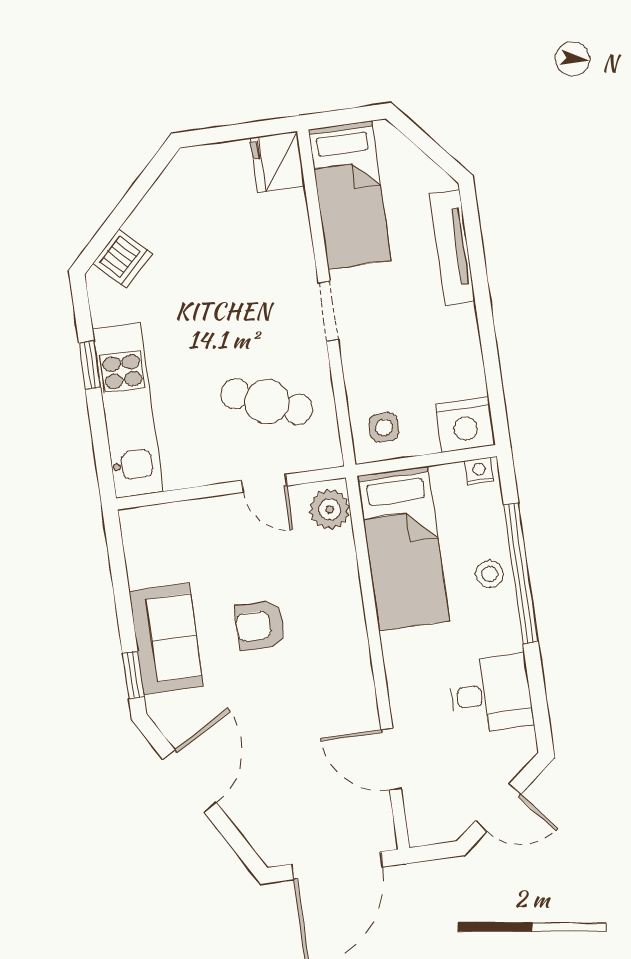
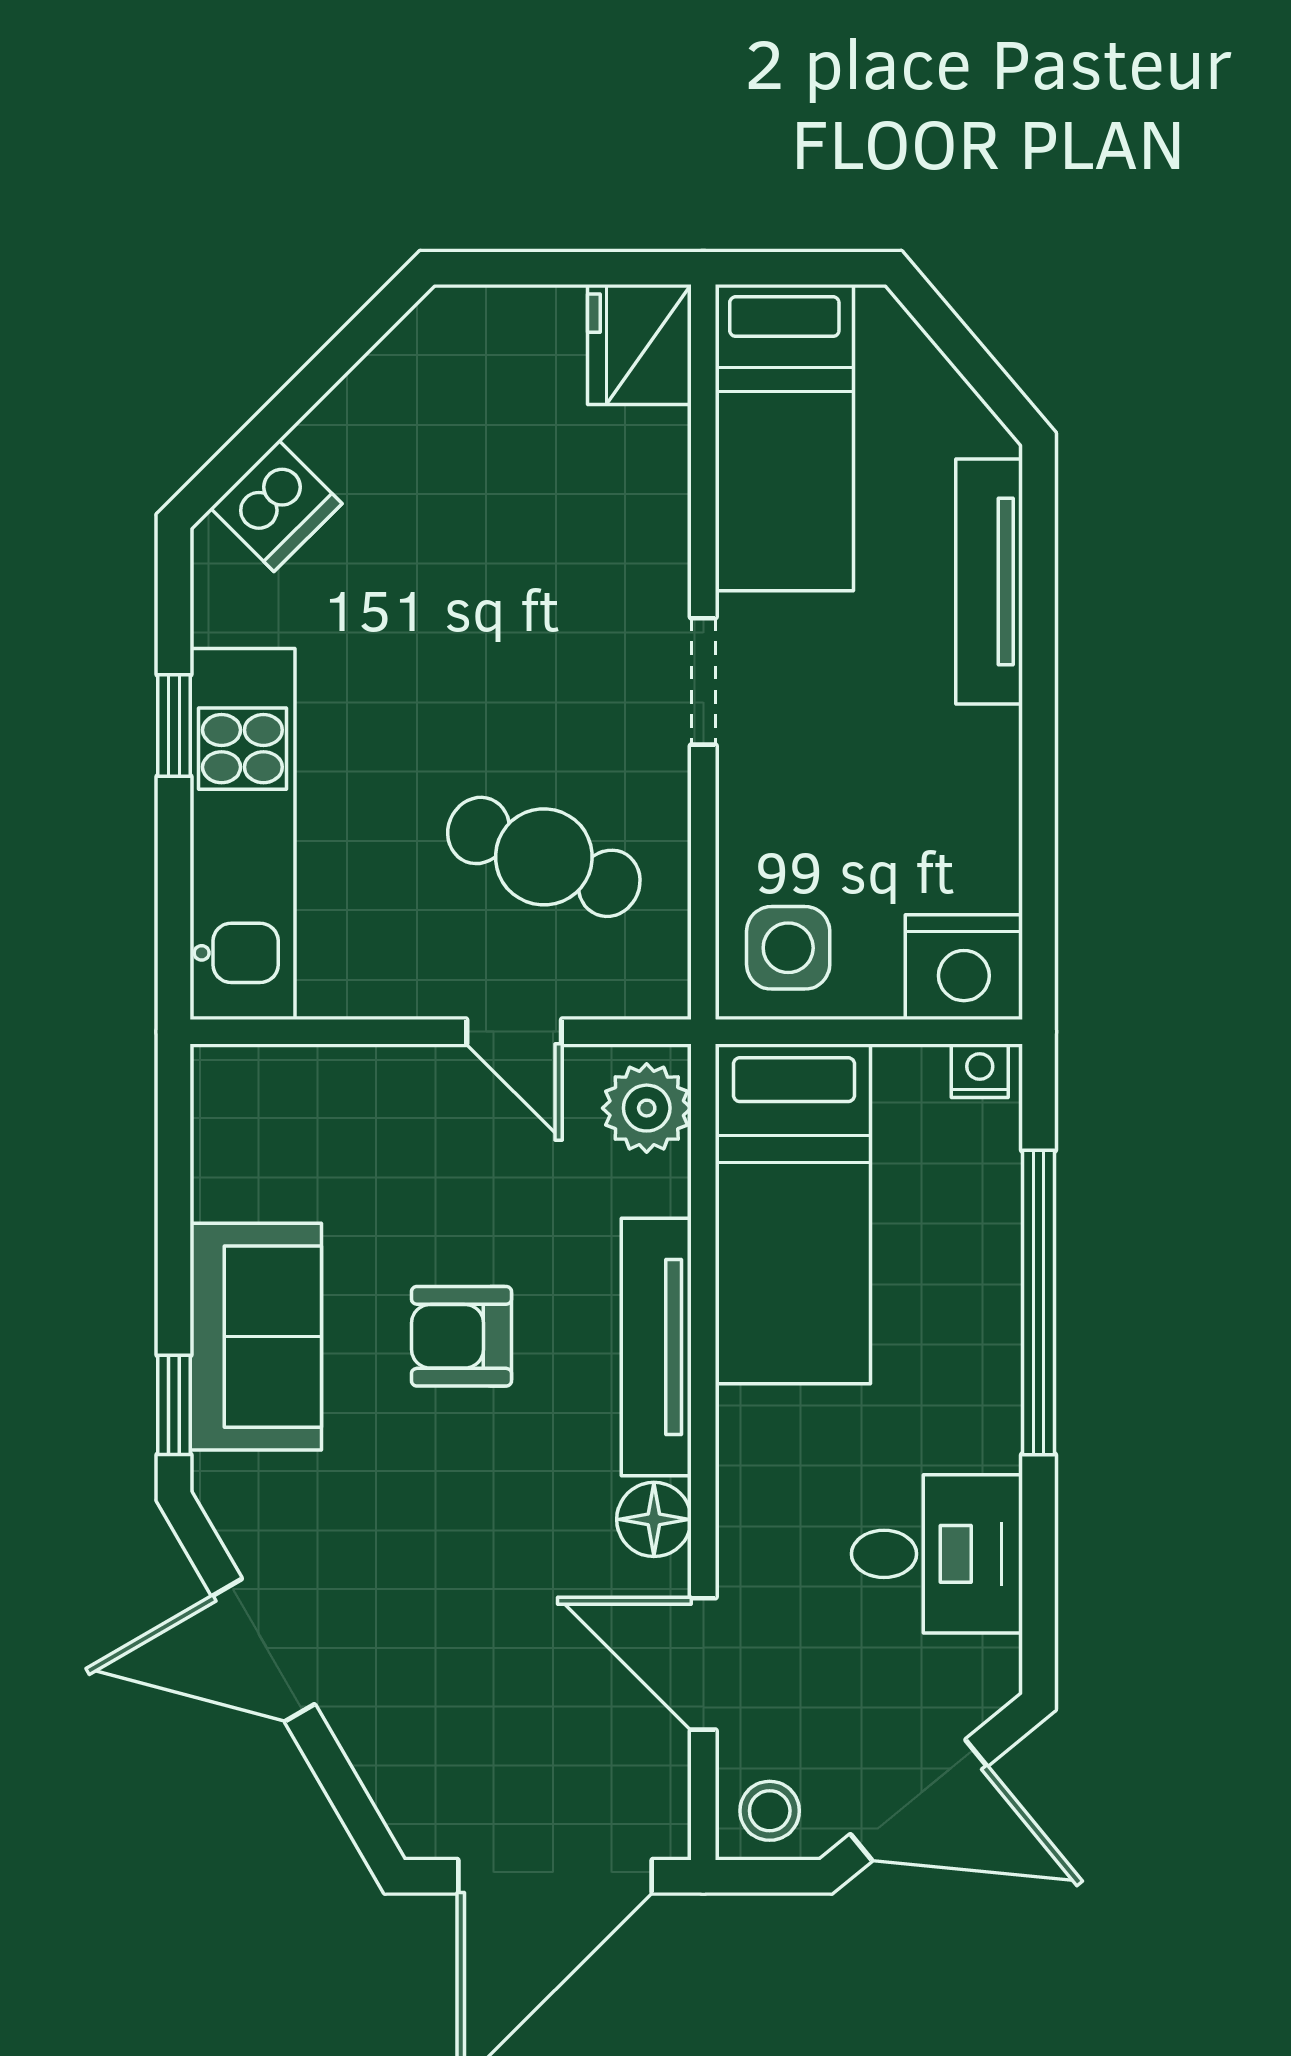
side table: (384, 427) -> (788, 948), width x1.37, depth x1.37
stool: (489, 574) -> (770, 1811), moved
tv unit: (349, 618) -> (656, 1347), added
floor lamp: (359, 697) -> (654, 1519), added
door: (190, 781) -> (263, 1650), swing flipped
door: (498, 808) -> (919, 1800), width x1.37

